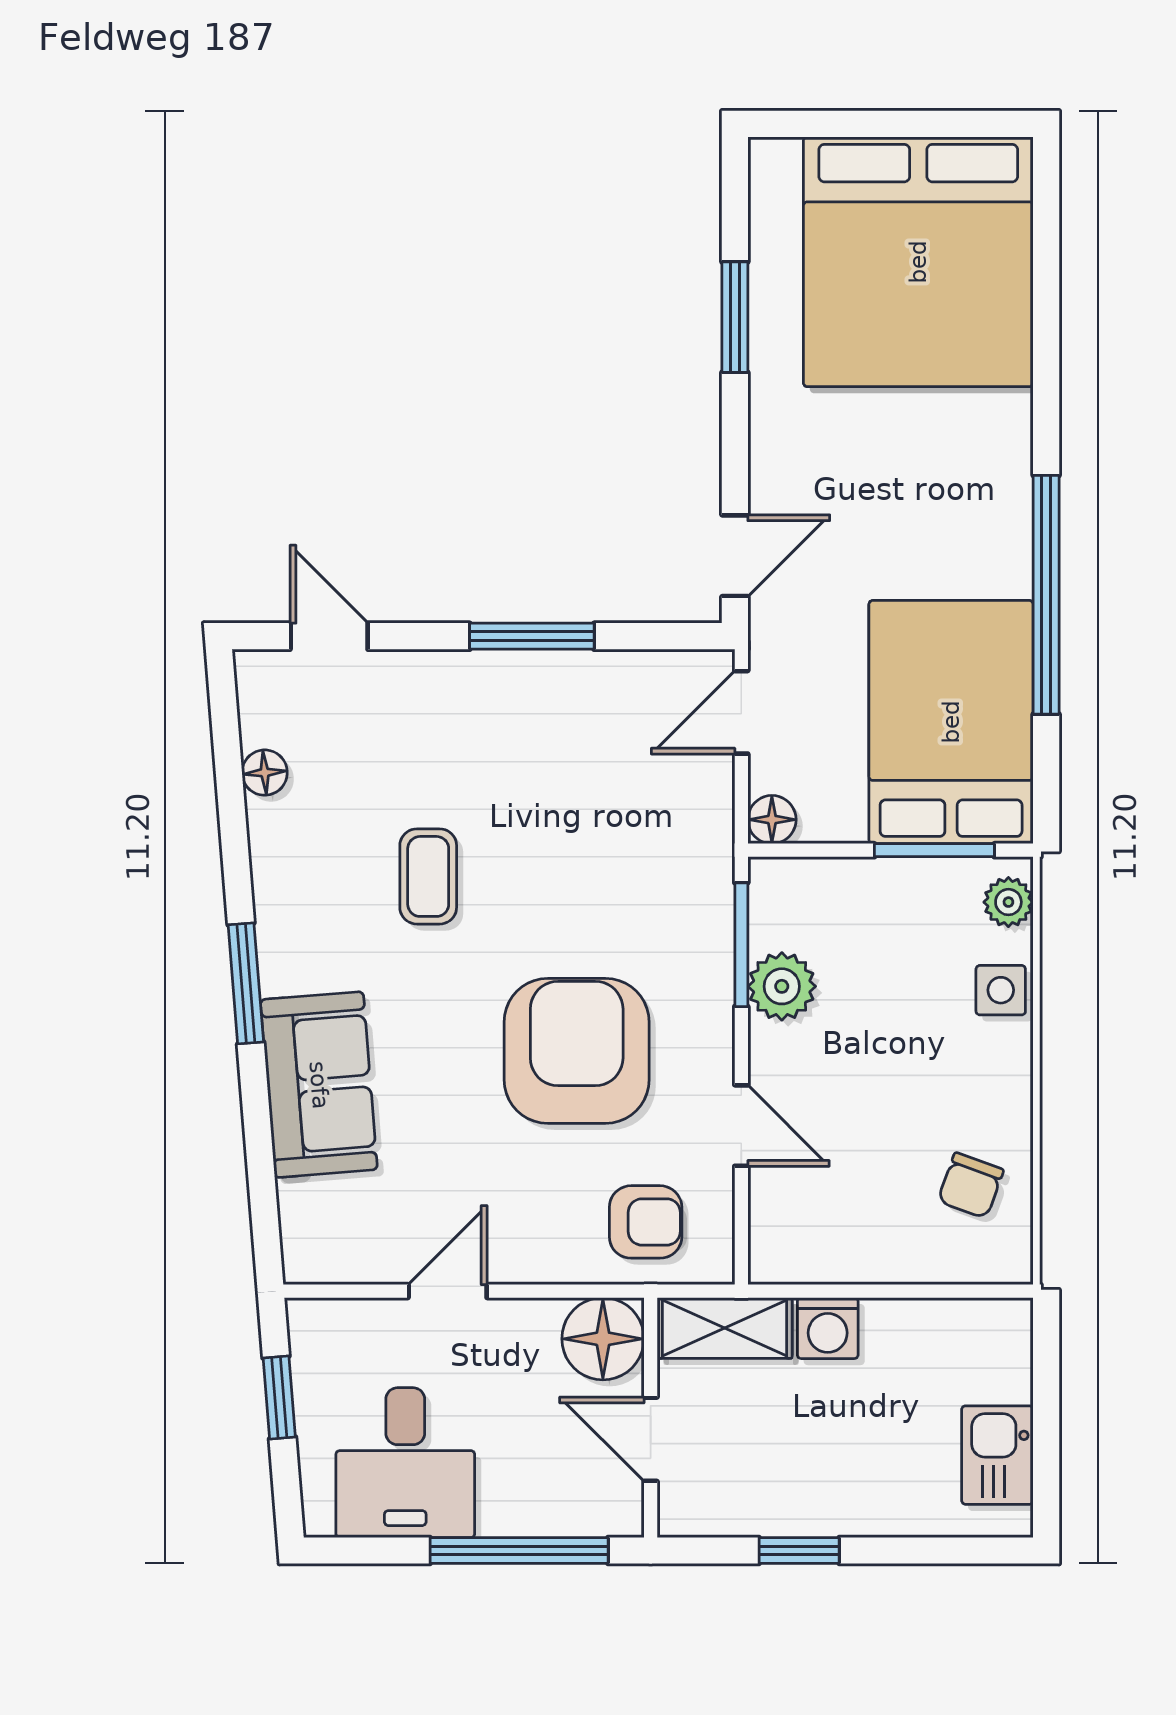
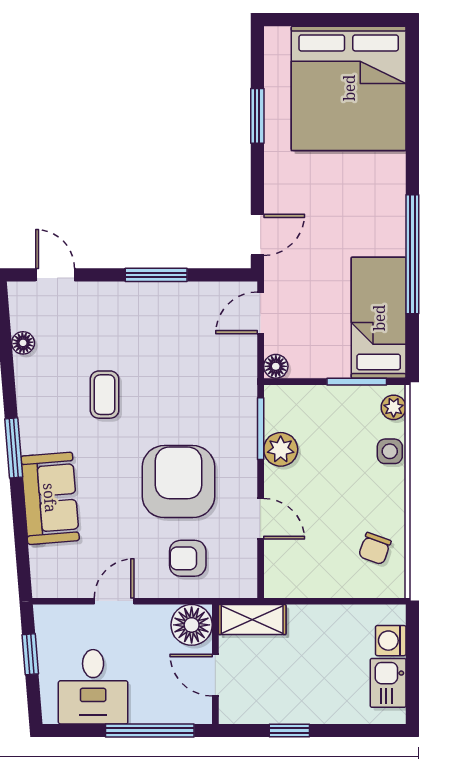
bed: (951, 722) -> (379, 318), width x0.67
armchair: (646, 1222) -> (188, 558), moved, turned 180
washing machine: (828, 1328) -> (391, 641), moved, turned 90

